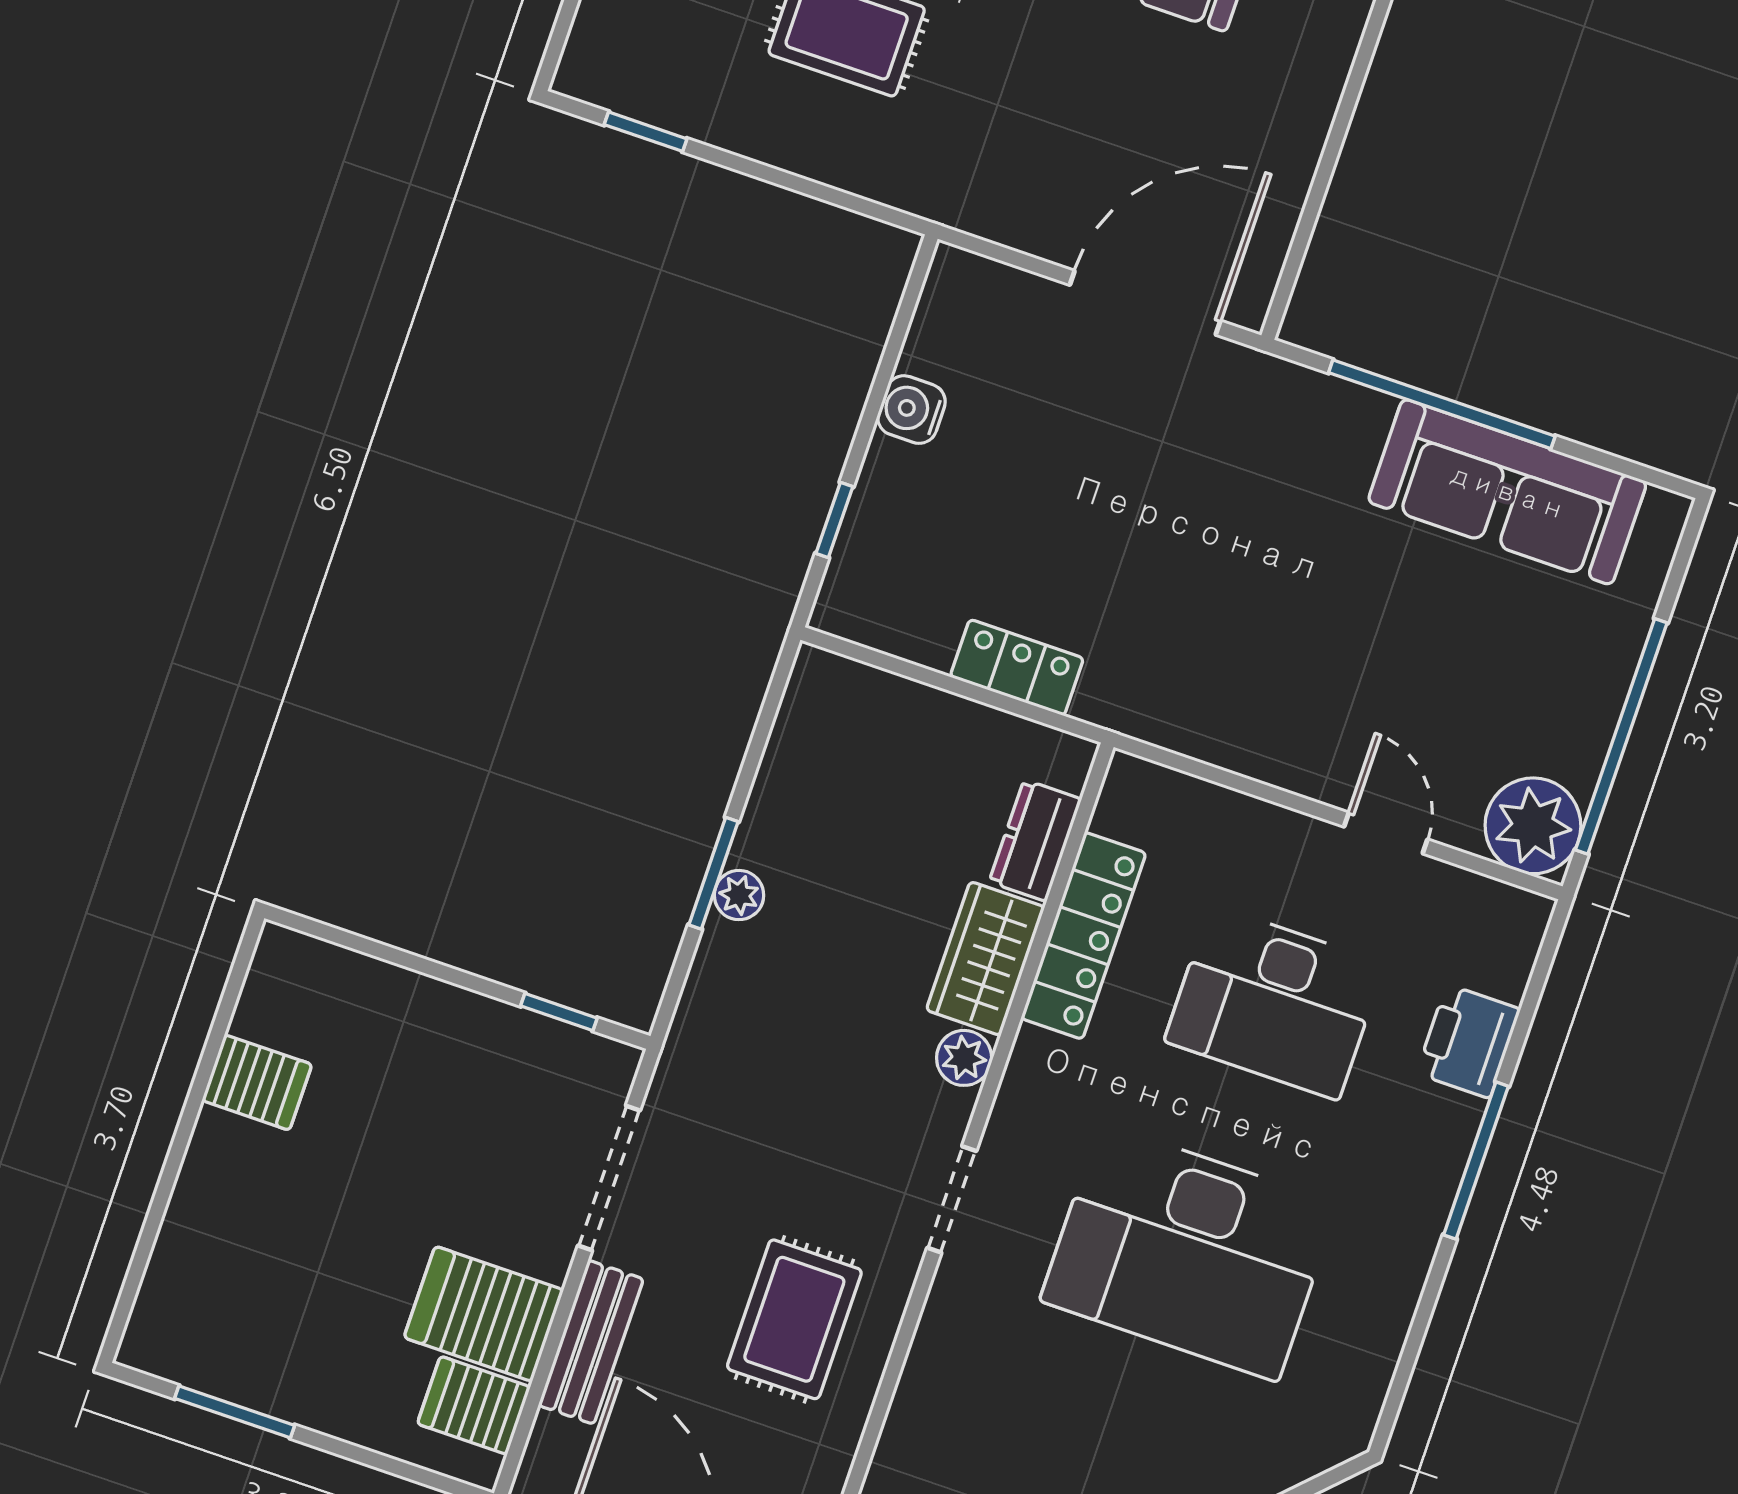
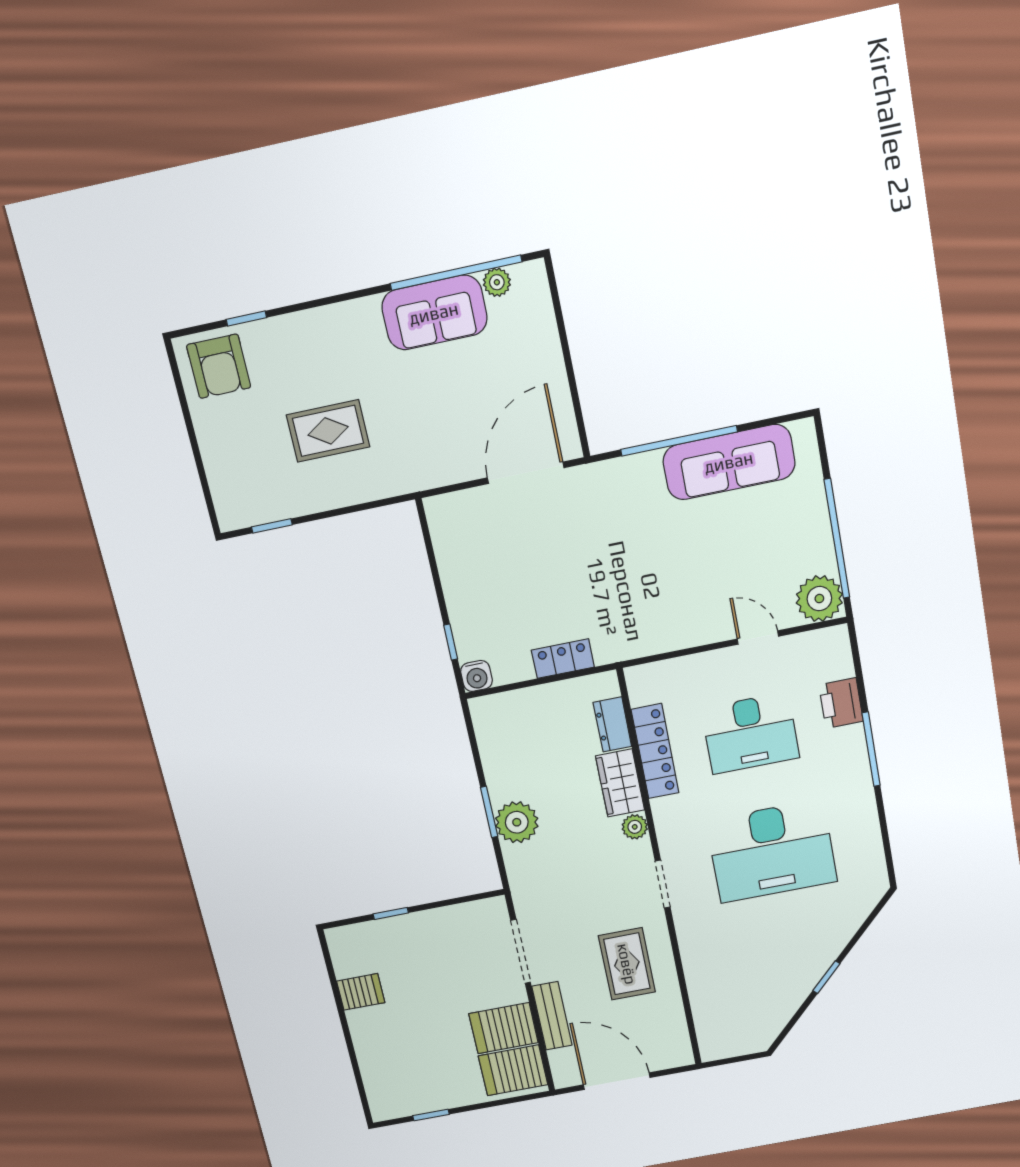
water cooler: (911, 410) -> (477, 676), moved, turned -90
plant: (739, 895) -> (517, 822), width x1.88, depth x1.88
window: (559, 1012) -> (391, 913), moved
server rack: (474, 1405) -> (513, 1070), width x1.36, depth x1.44
window: (235, 1412) -> (431, 1115), width x0.67

